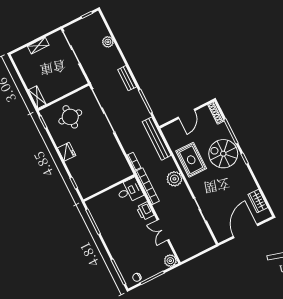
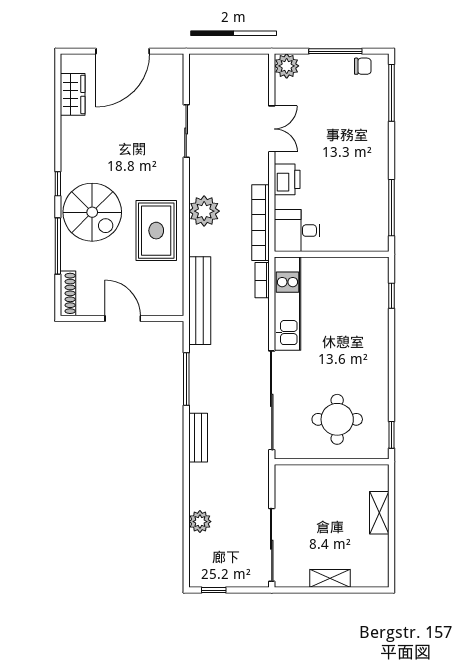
shelving: (37, 97) -> (379, 513), moved
door: (187, 114) -> (123, 318), hinge flipped
fridge: (67, 152) -> (376, 359), removed
kitchen unit: (118, 157) -> (287, 304), added

